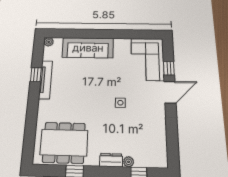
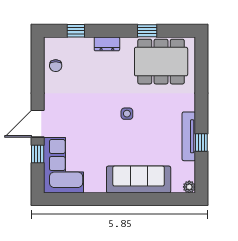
side table: (120, 103) -> (127, 114), moved
chair: (156, 141) -> (56, 66), added
plant: (129, 162) -> (87, 43), removed

